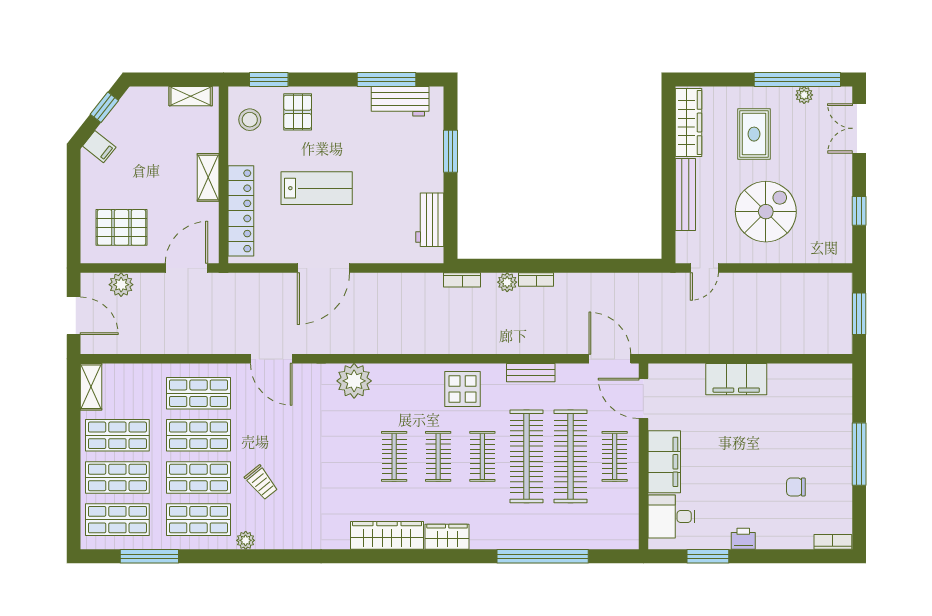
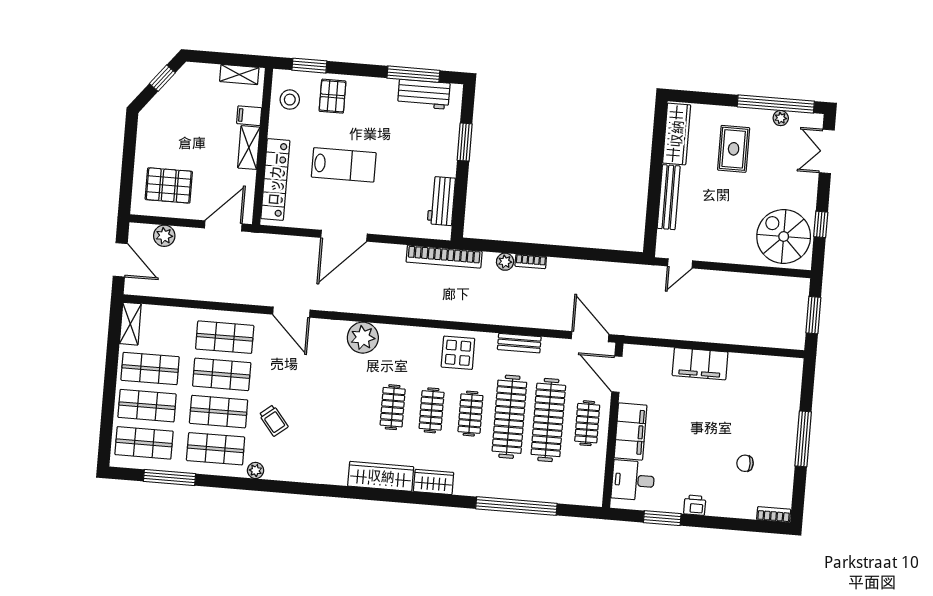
filing cabinet: (99, 147) -> (249, 116), moved, turned 142
spiral stairs: (766, 212) -> (784, 236), moved, turned -90
bookcase: (462, 280) -> (444, 257), width x2.31, depth x1.31

